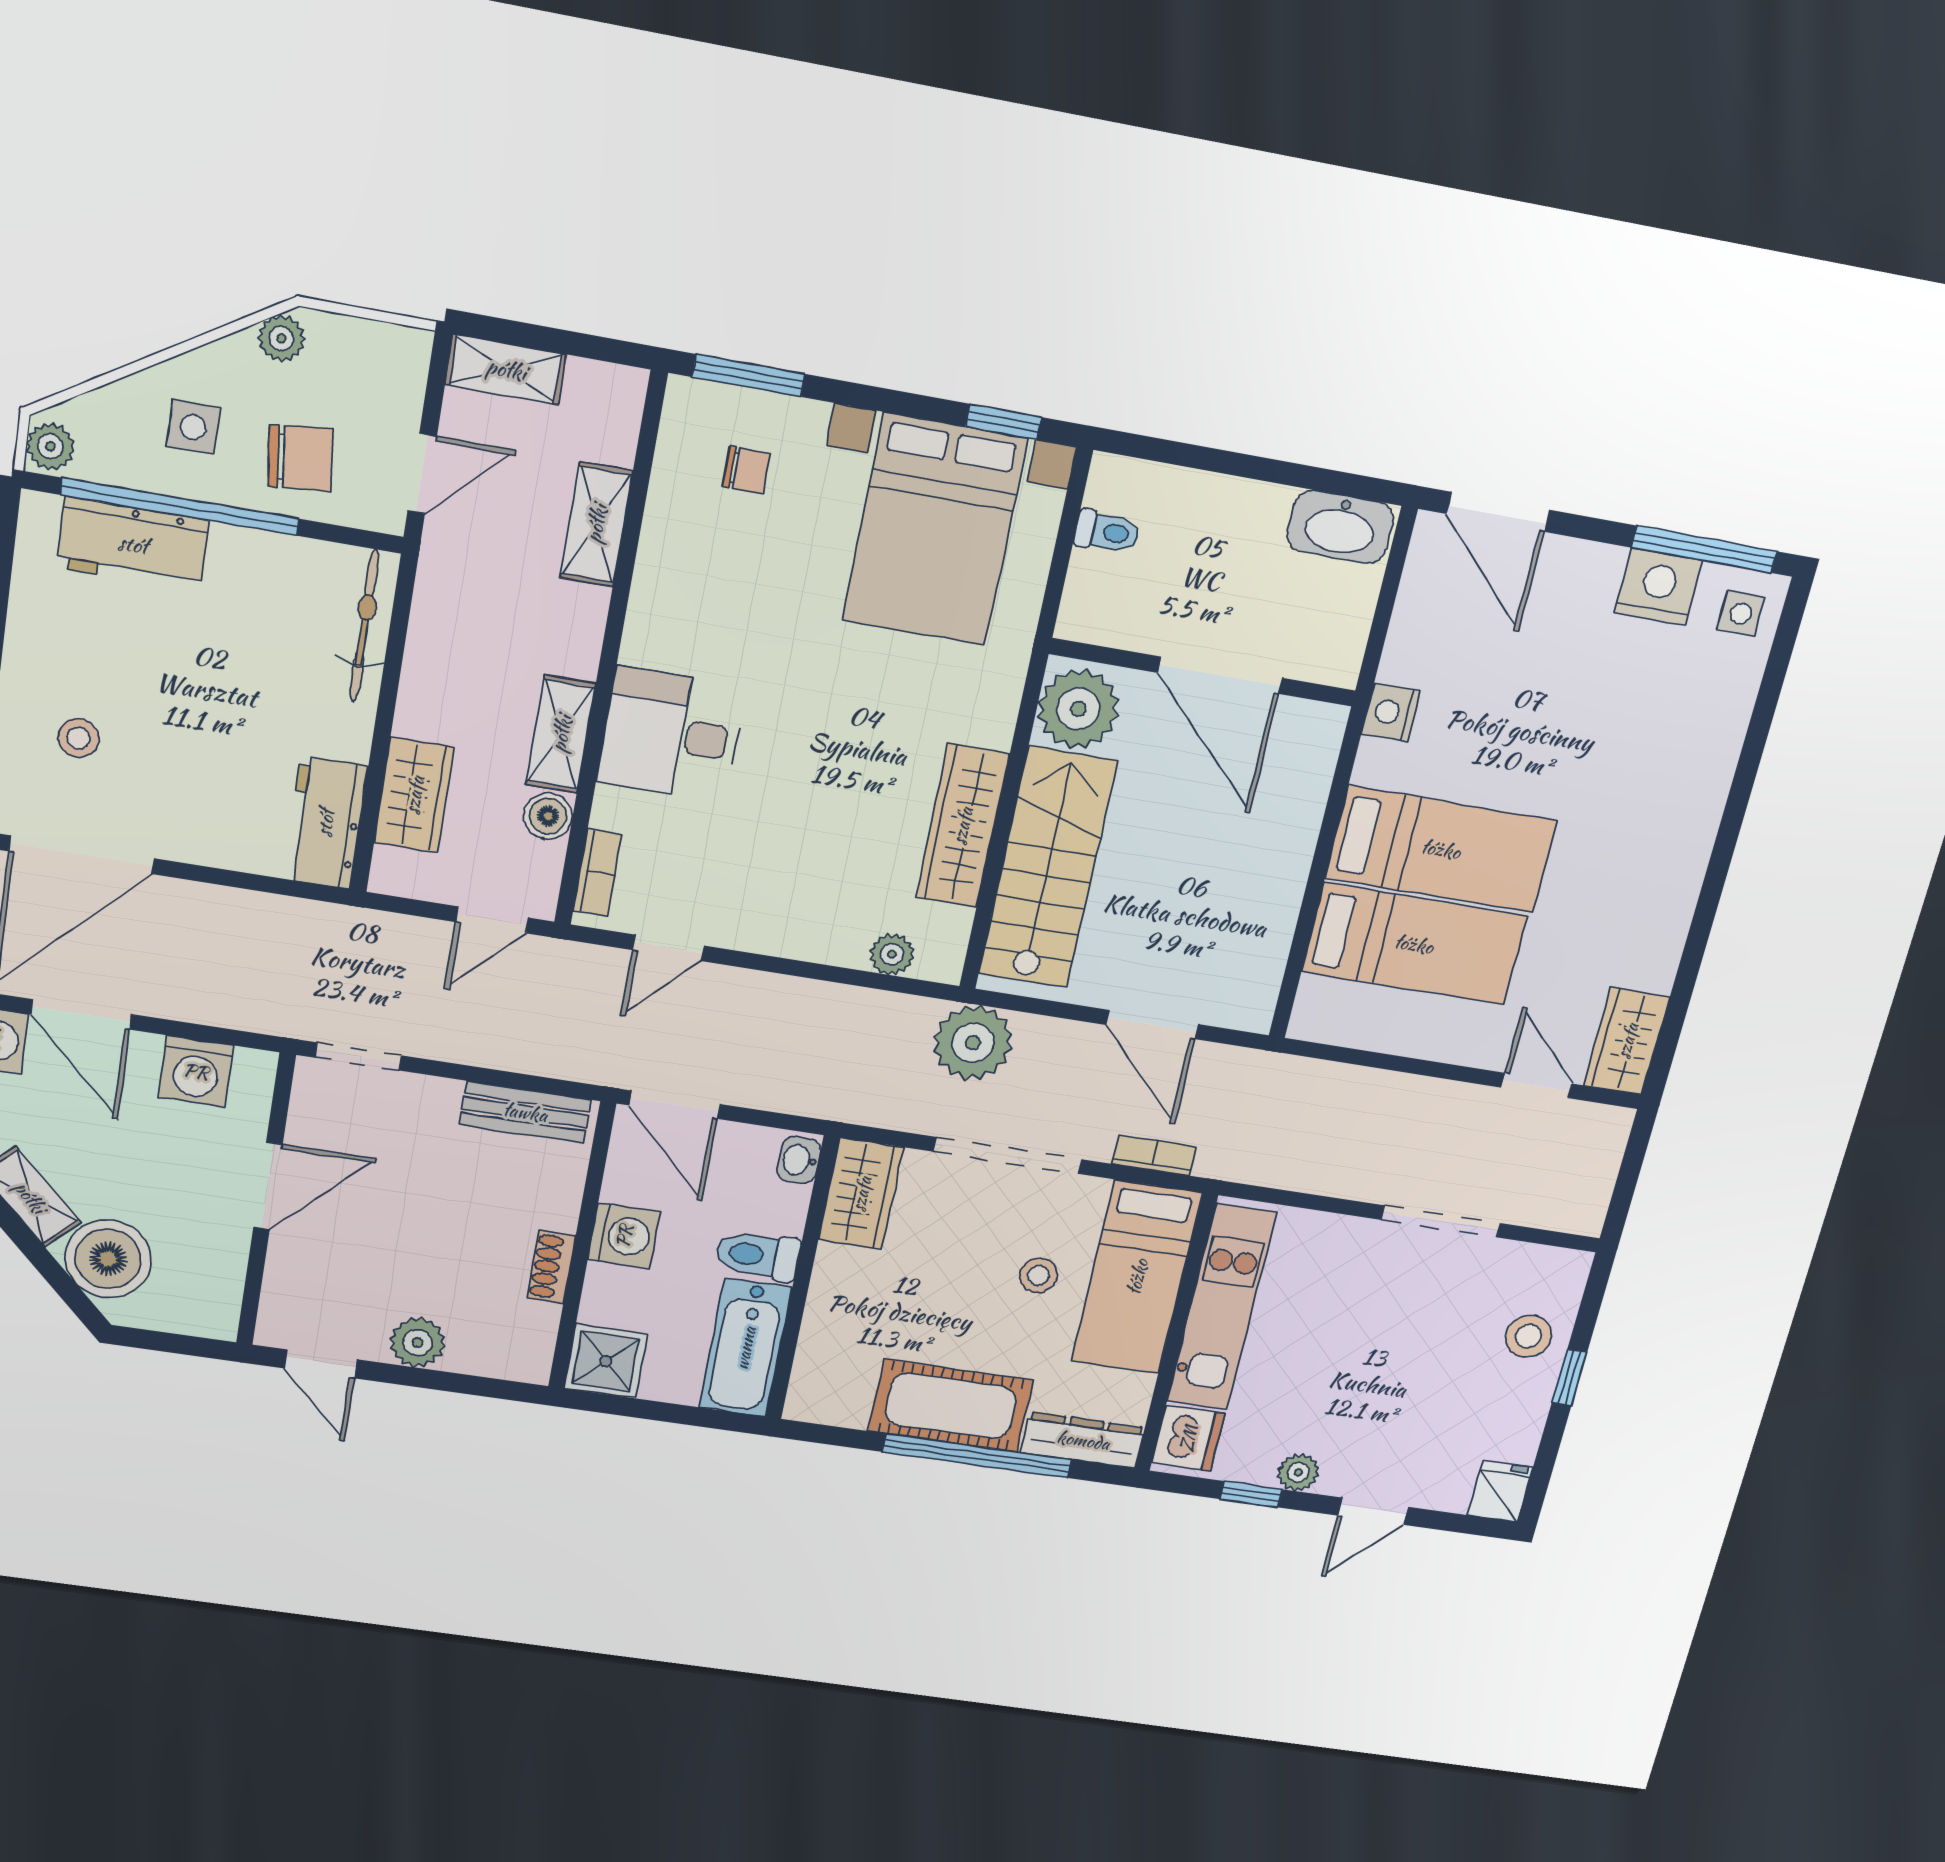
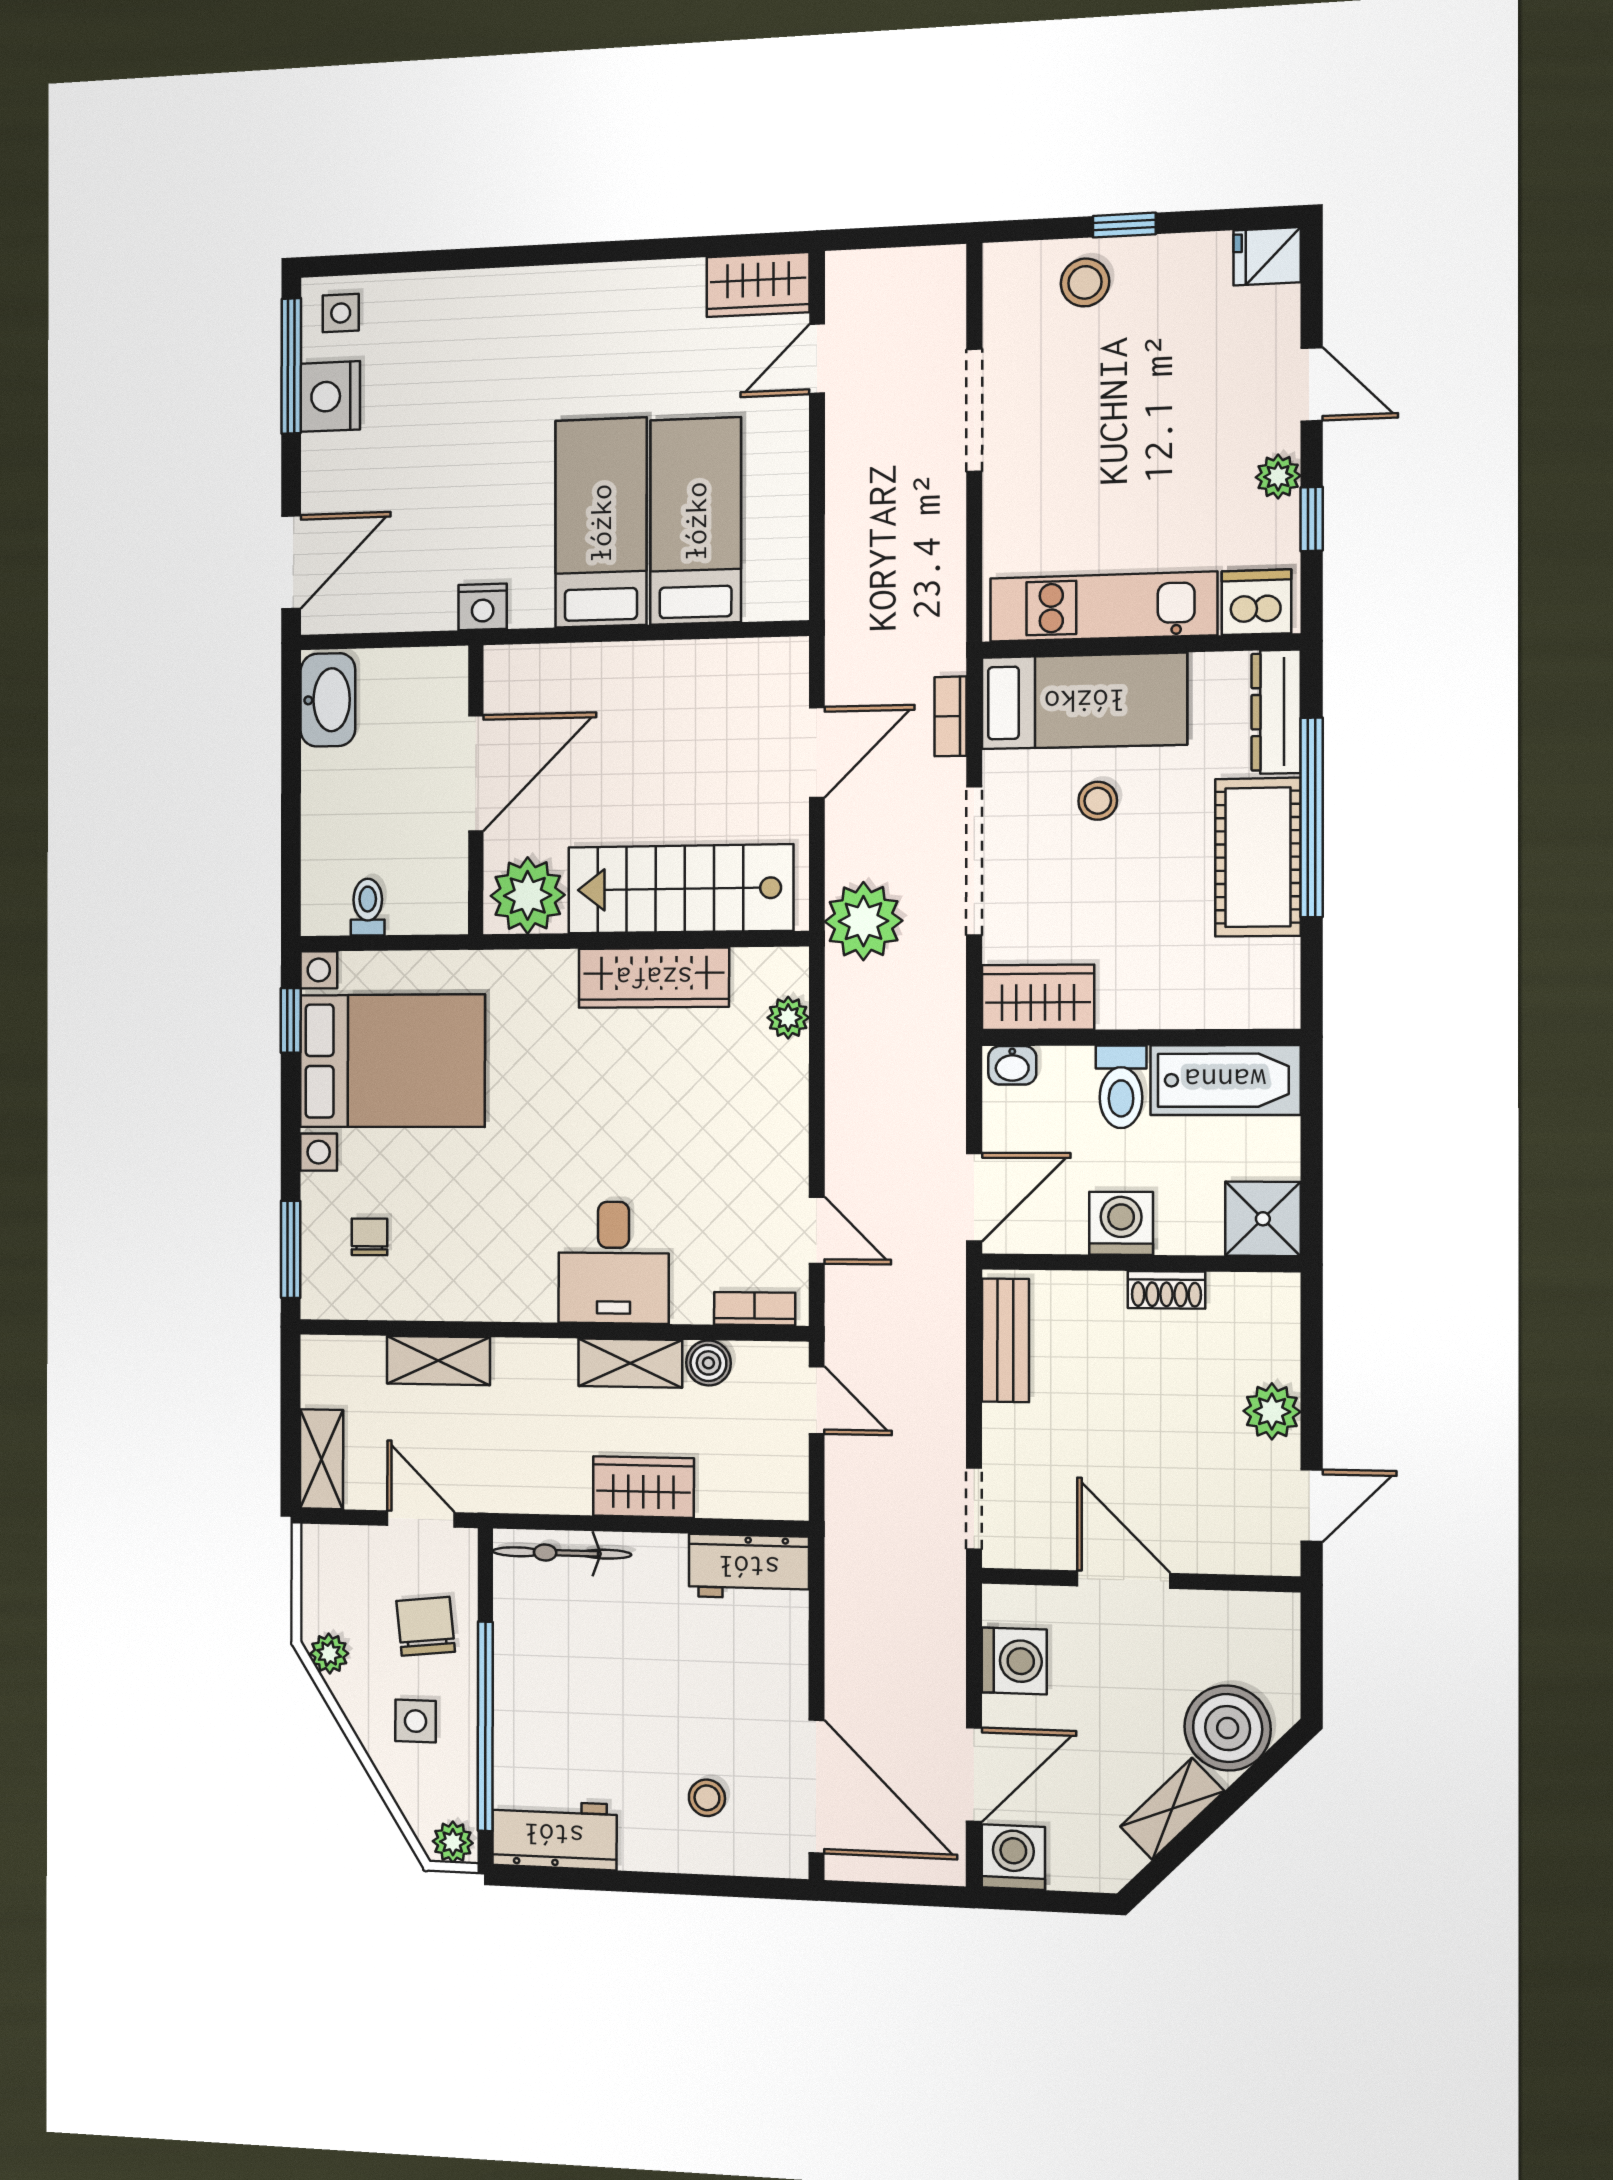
workbench: (133, 544) -> (554, 1835), moved, turned -90
wardrobe: (414, 795) -> (643, 1487), moved

